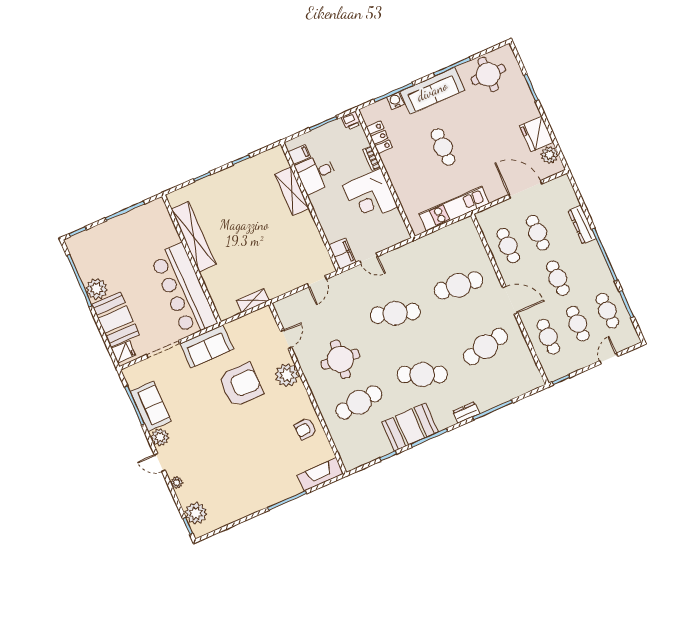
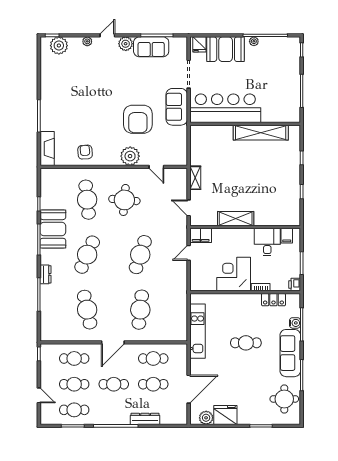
shelving: (292, 191) -> (236, 219), moved
plant: (97, 289) -> (254, 41), width x0.53, depth x0.53
shelving: (253, 301) -> (195, 178), moved

